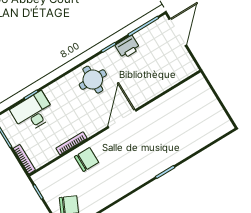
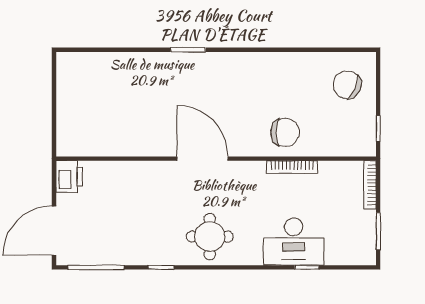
printer: (128, 47) -> (69, 177), moved, turned 90
desk: (33, 112) -> (294, 242), moved
door: (122, 119) -> (203, 159), swing flipped
chair: (87, 160) -> (285, 132), turned 180

